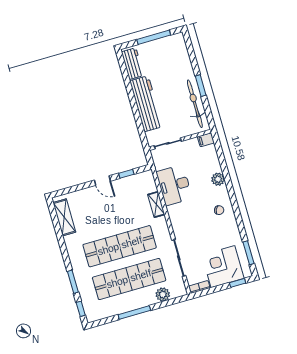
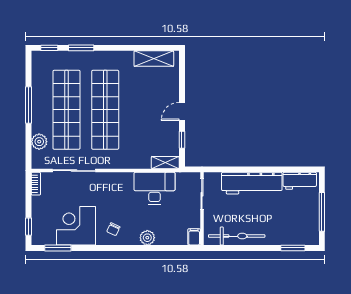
window: (201, 86) -> (293, 248), moved
shelving: (156, 204) -> (165, 163), moved
corner desk: (223, 267) -> (76, 226), moved, turned -90

